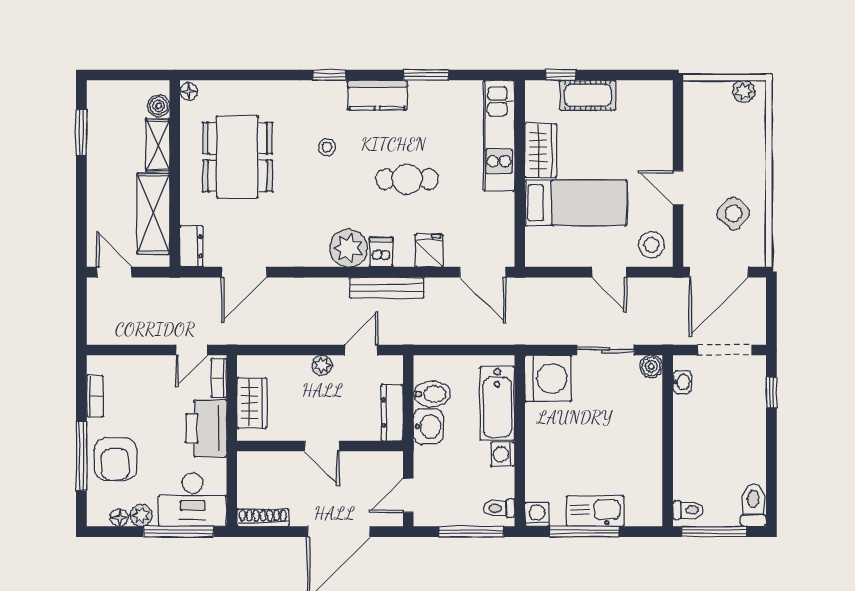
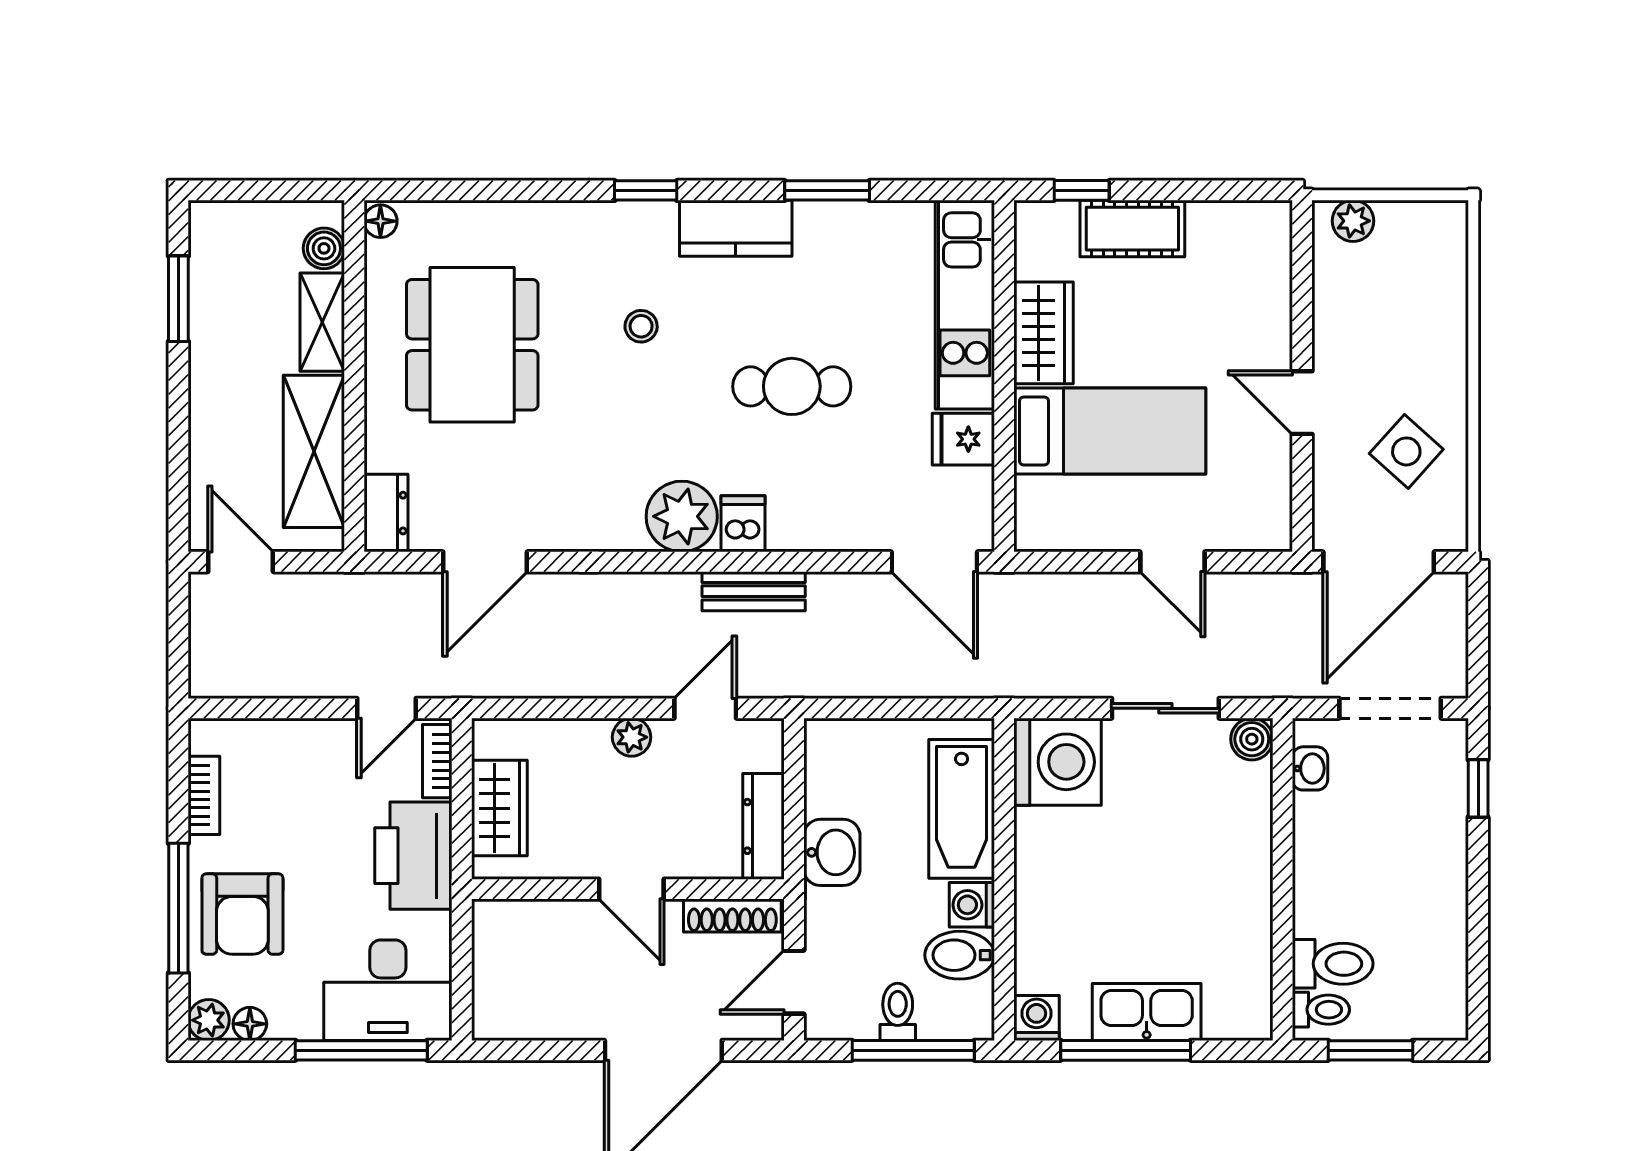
plant: (744, 91) -> (1353, 221), moved
stool: (652, 245) -> (1252, 510), removed
fridge: (429, 251) -> (963, 439), moved, turned -90
bench: (387, 288) -> (754, 591), width x0.73
bidet: (432, 394) -> (960, 955), moved, turned 180
toilet: (753, 505) -> (1333, 964), moved, turned 90
toilet: (499, 508) -> (898, 1012), moved, turned 90
plant: (141, 516) -> (209, 1020), moved
shoe rack: (263, 518) -> (732, 915), moved, turned 180
window: (714, 532) -> (1370, 1050), width x0.69

